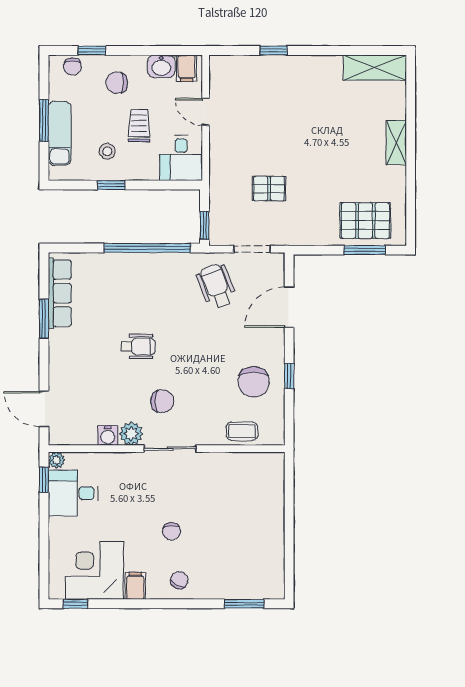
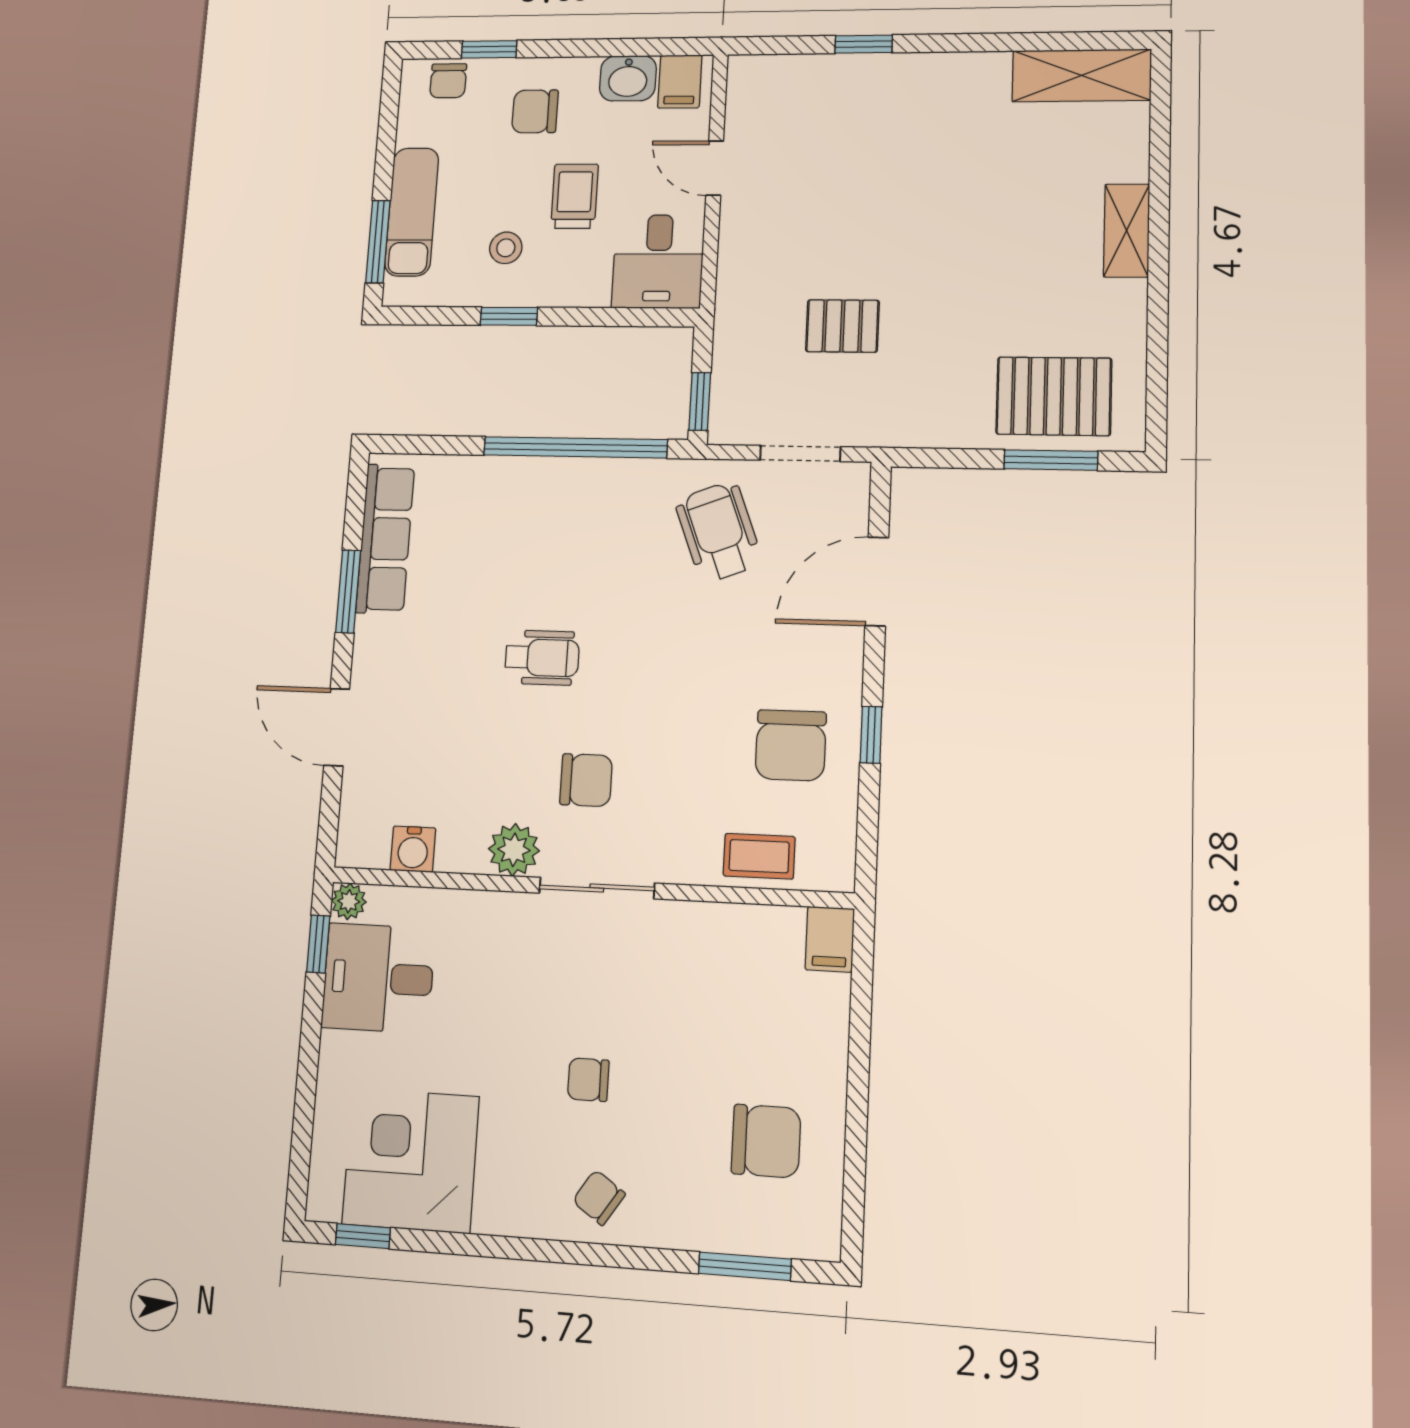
window: (44, 121) -> (378, 242), moved
door: (44, 409) -> (337, 727), moved
water cooler: (108, 435) -> (413, 849), moved
chair: (172, 531) -> (588, 1080), turned 95
chair: (251, 552) -> (766, 1141), added
chair: (179, 580) -> (599, 1197), turned -83
filing cabinet: (135, 586) -> (830, 939), moved, turned 180

